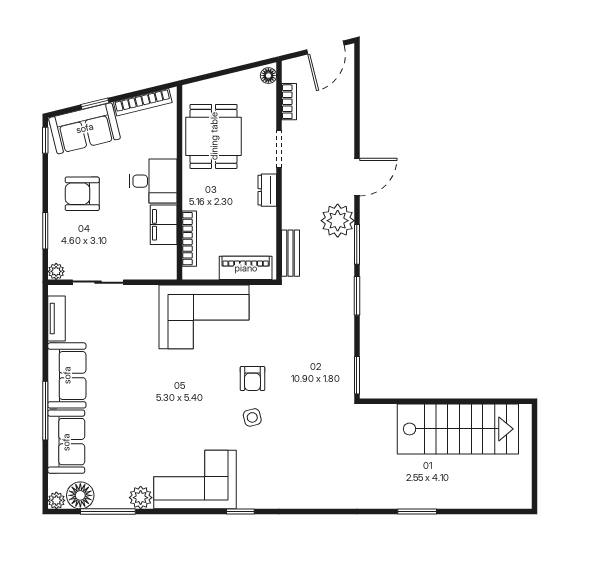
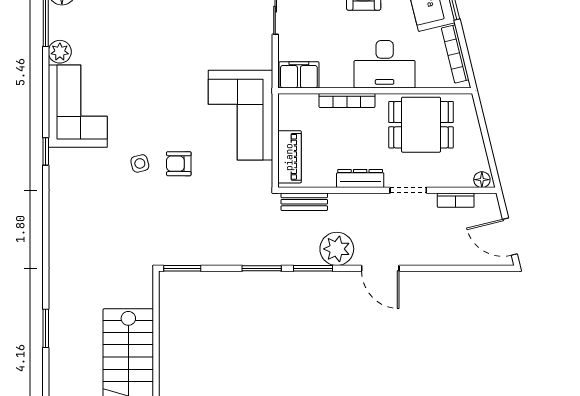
desk: (153, 181) -> (385, 64), width x1.37
dresser: (267, 190) -> (360, 179), width x1.44
filing cabinet: (164, 225) -> (299, 75), moved
bookcase: (189, 239) -> (347, 100), moved

